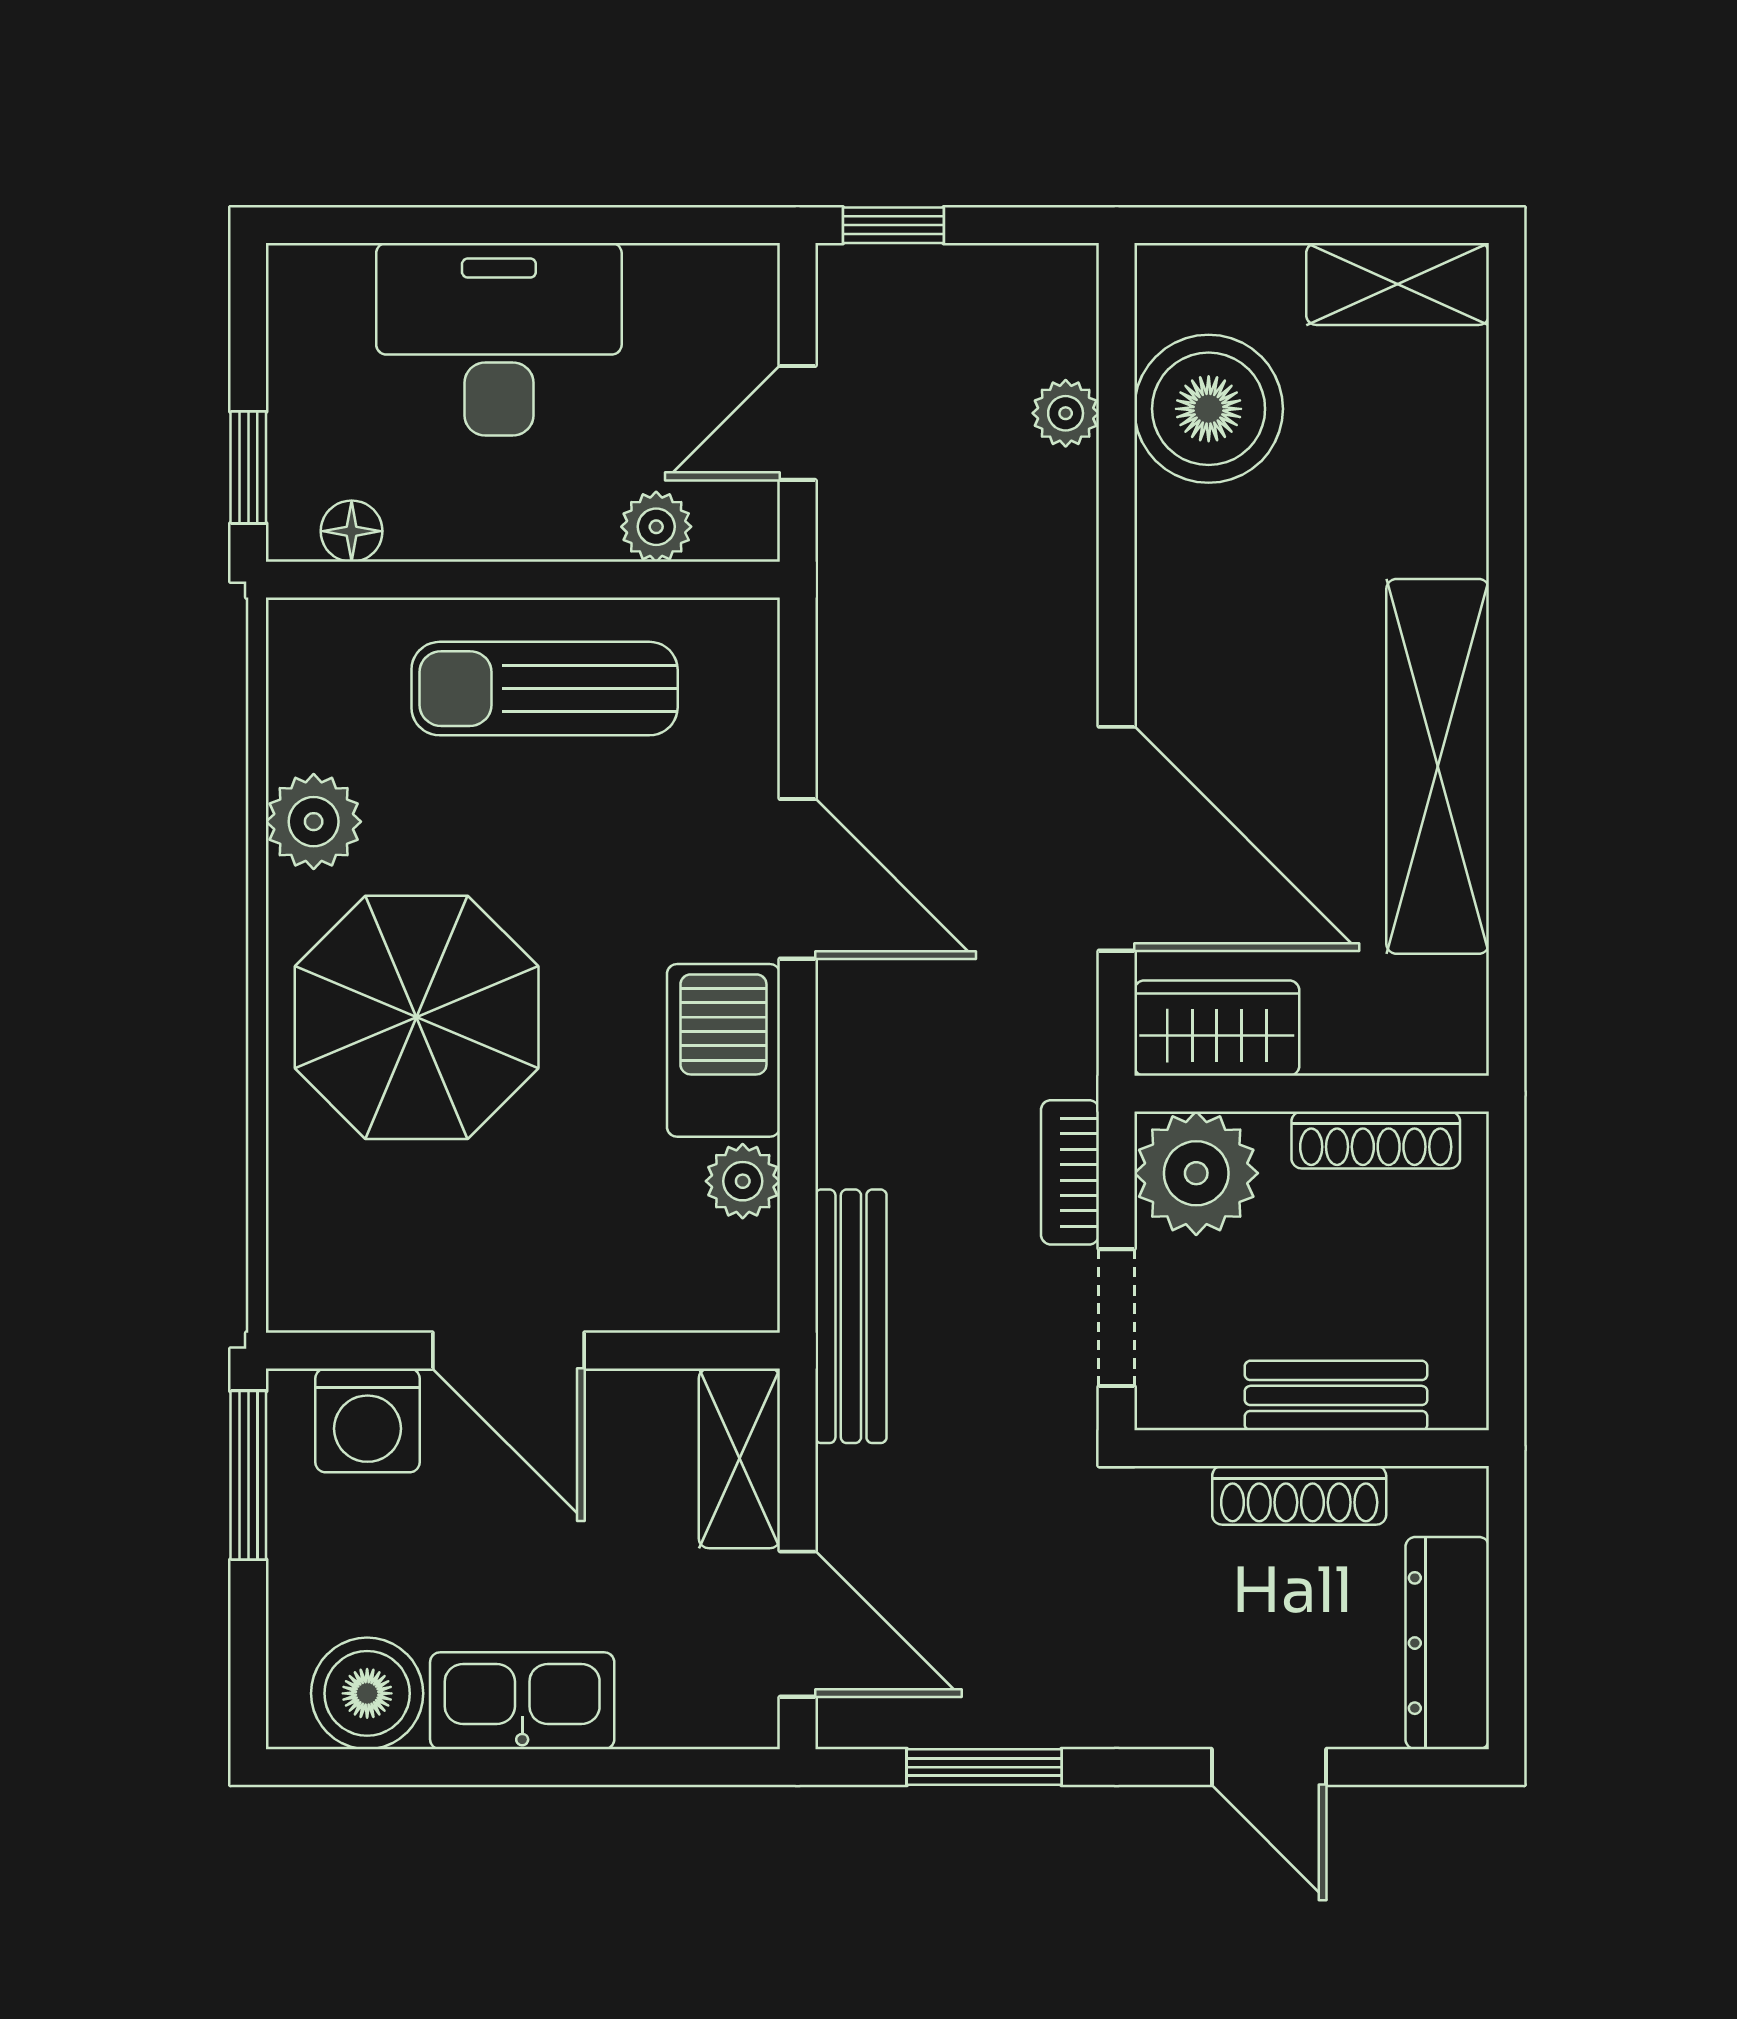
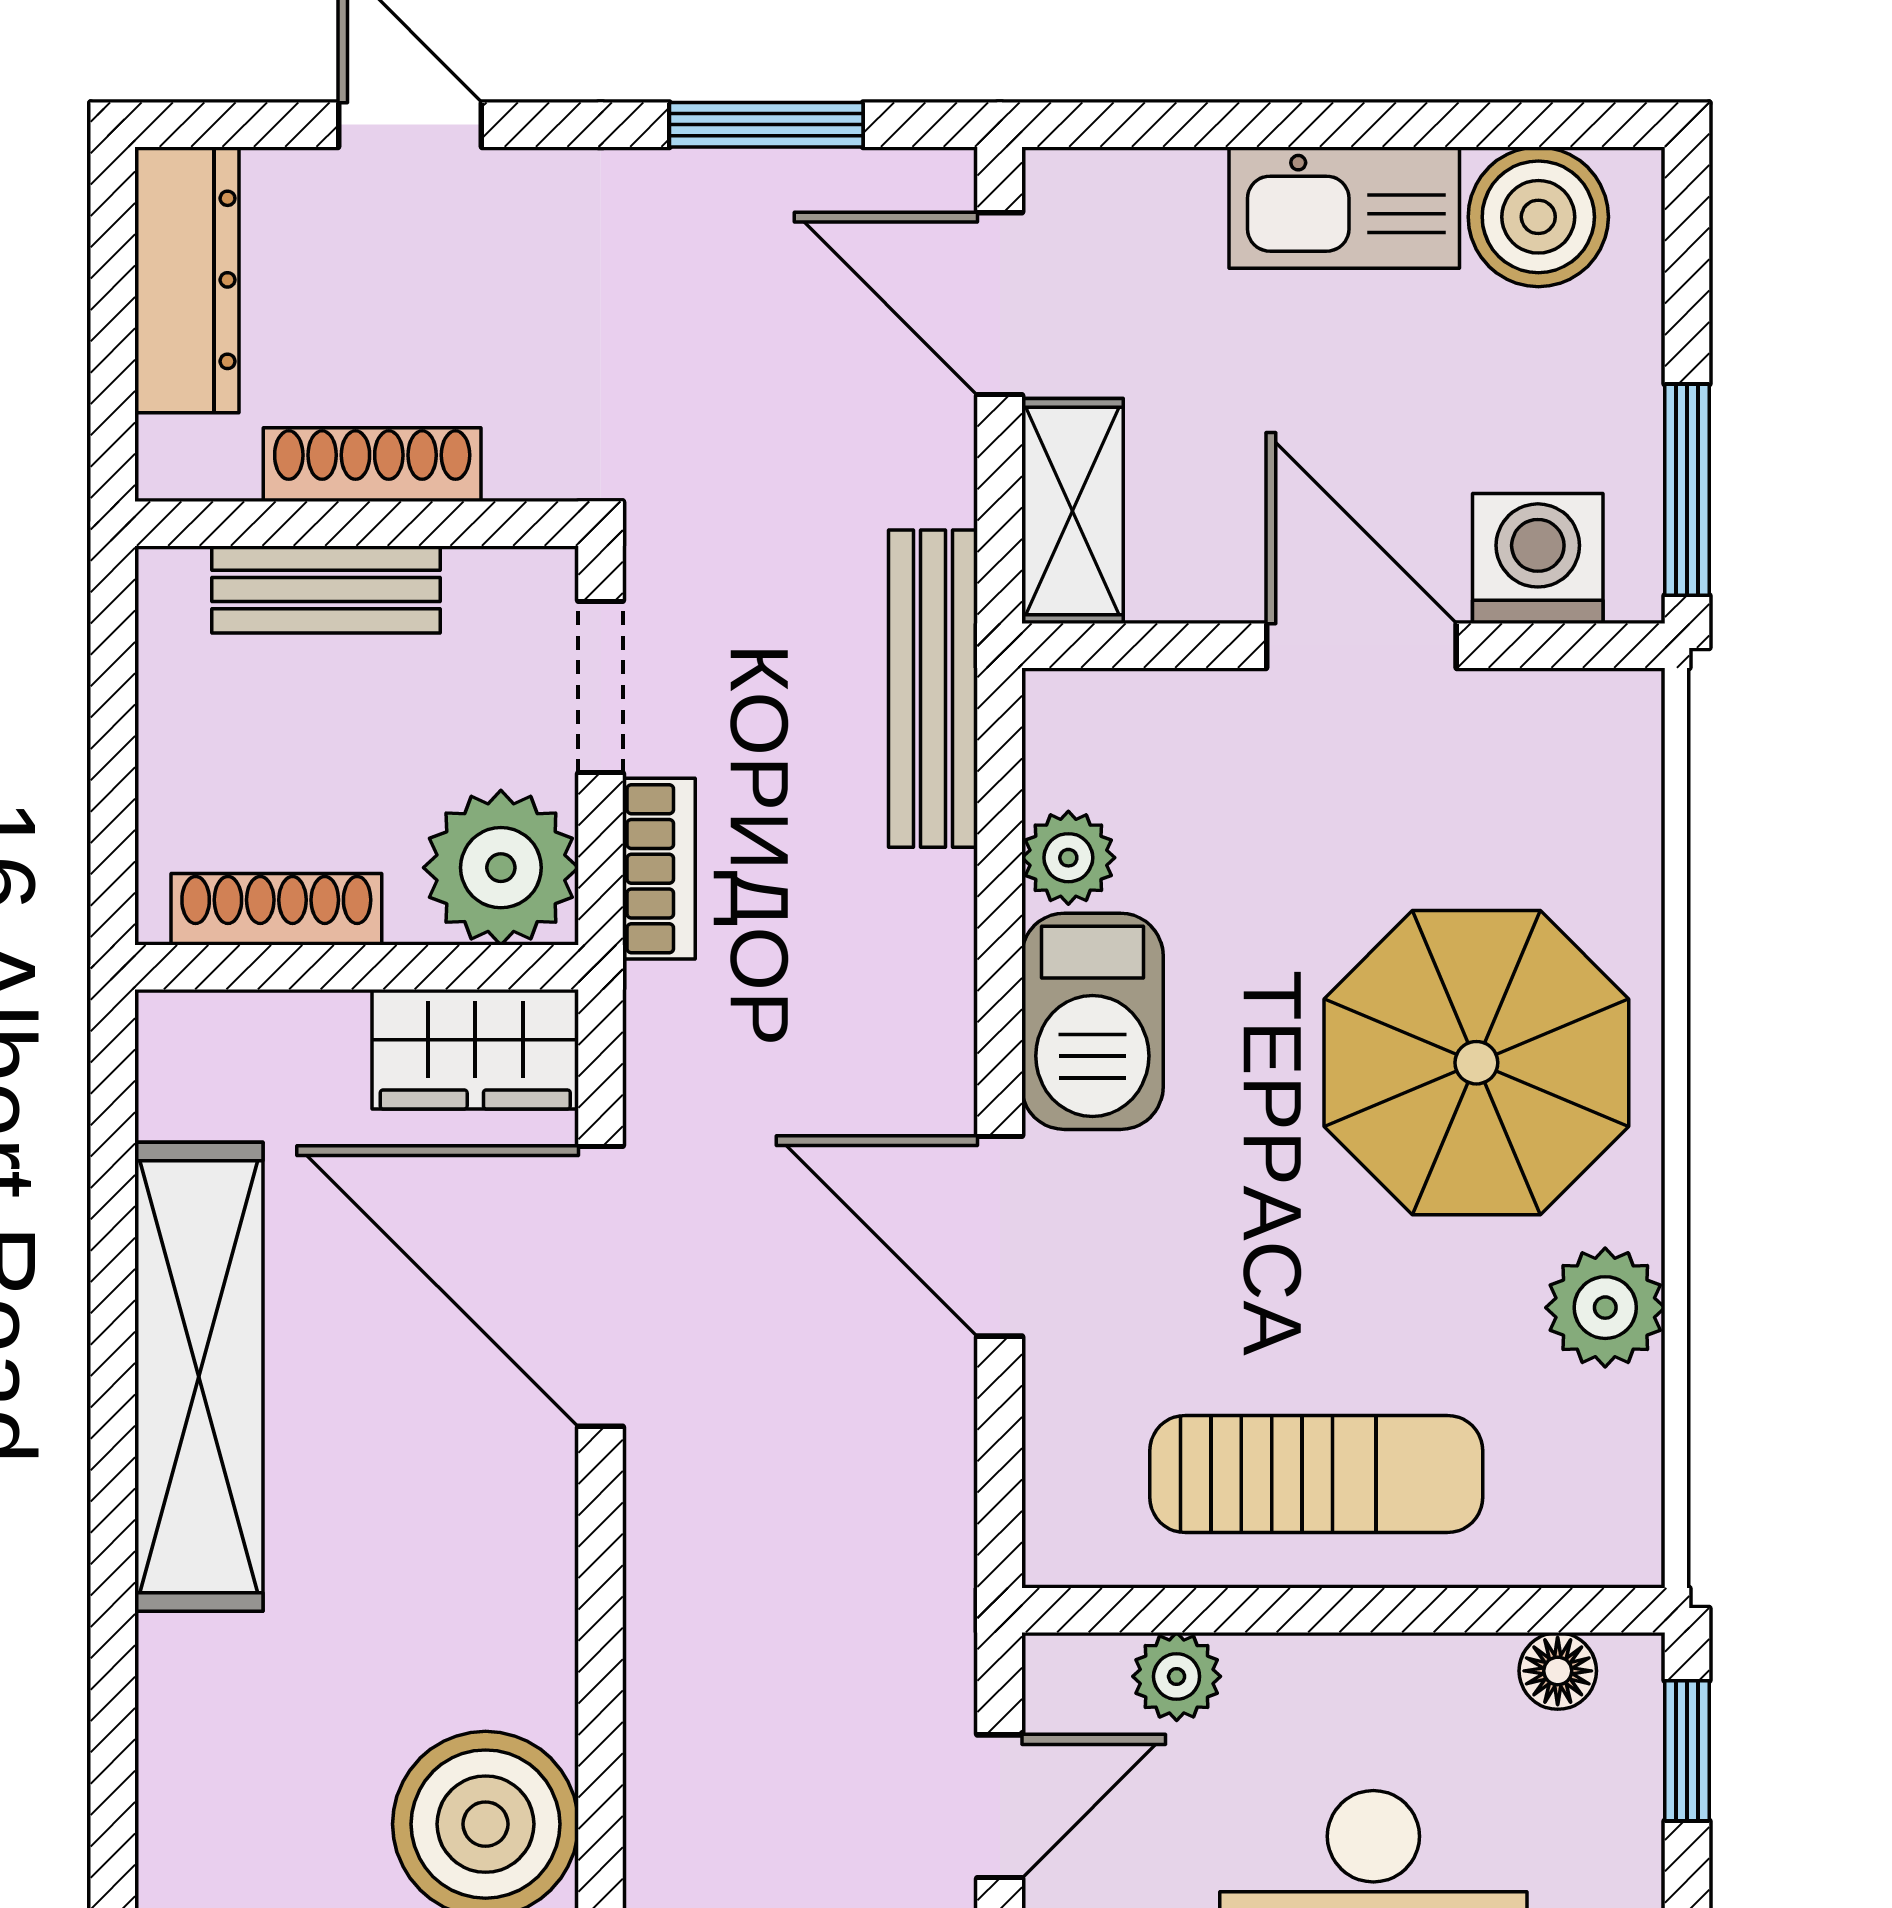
plant: (1066, 413) -> (664, 1818), removed

